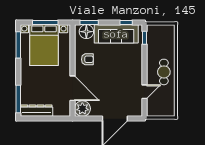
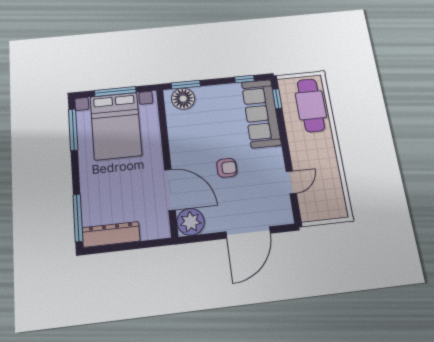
sofa: (116, 34) -> (261, 113), moved, turned 90
armchair: (87, 59) -> (227, 168), moved
cafe table: (164, 72) -> (311, 105), moved, width x1.37, depth x1.35

